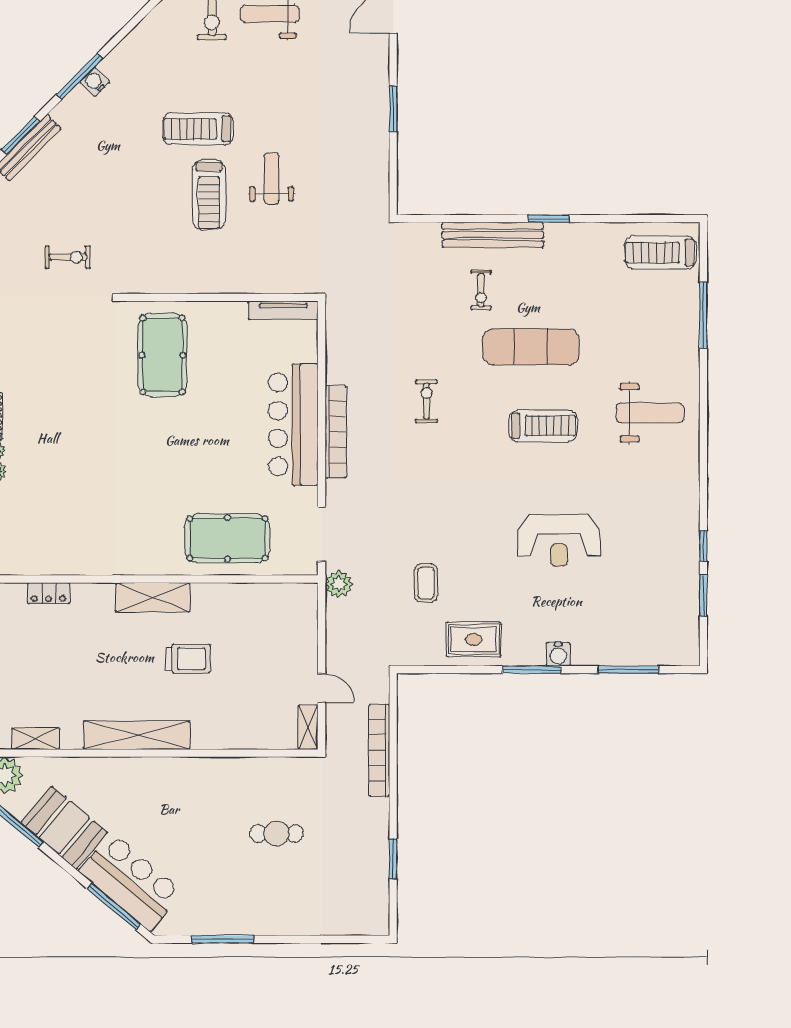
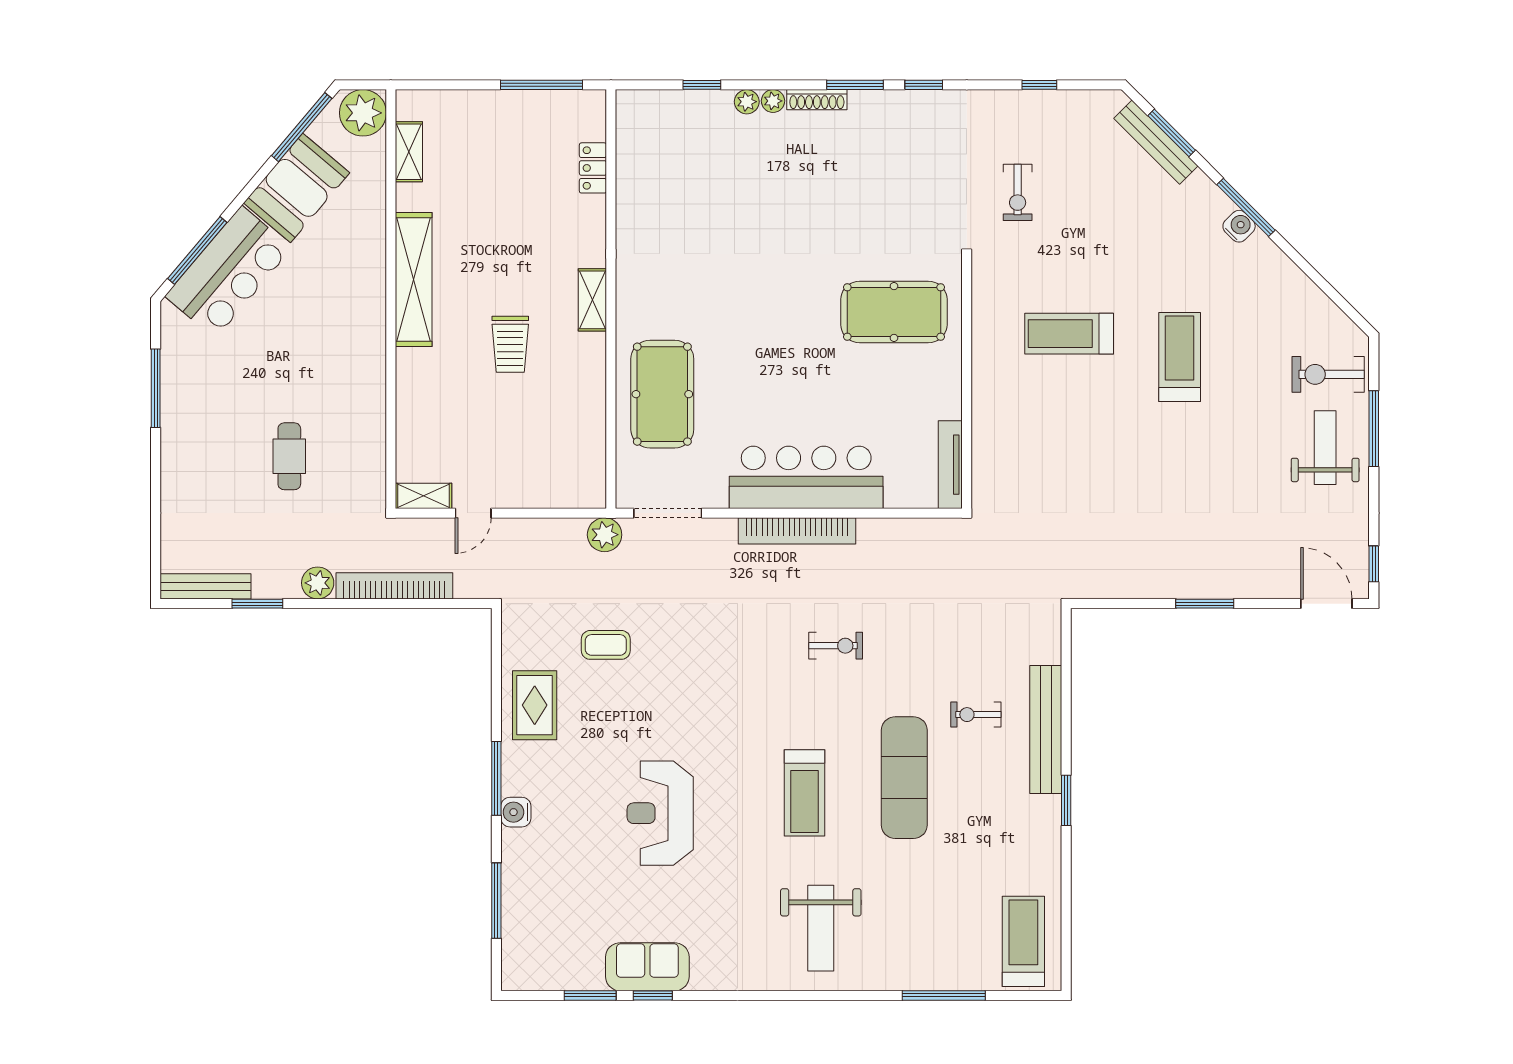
weight bench: (272, 179) -> (1117, 450), removed
treadmill: (209, 195) -> (1069, 334), moved
sofa: (681, 550) -> (647, 967), added
shelving: (153, 597) -> (592, 300), width x0.67, depth x0.75
plant: (377, 811) -> (318, 583), added
bench: (380, 900) -> (205, 586), added

